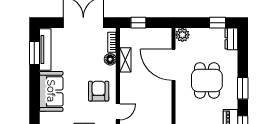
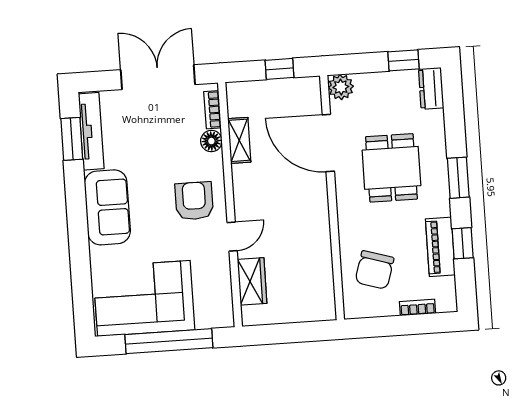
window: (138, 23) -> (280, 69), moved

